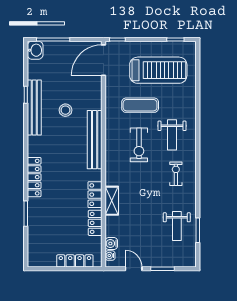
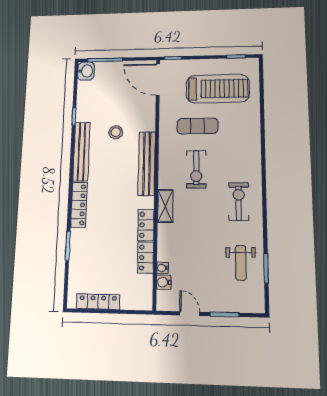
door: (104, 60) -> (158, 79), hinge flipped
bench: (34, 107) -> (81, 152), moved
weight bench: (172, 135) -> (234, 158), removed
exercise bike: (176, 174) -> (239, 202), width x1.38, depth x1.39
shelving: (112, 201) -> (165, 206), moved
water cooler: (110, 256) -> (162, 268), moved
locker: (75, 261) -> (98, 302), moved

